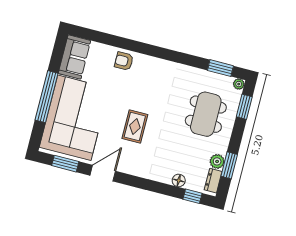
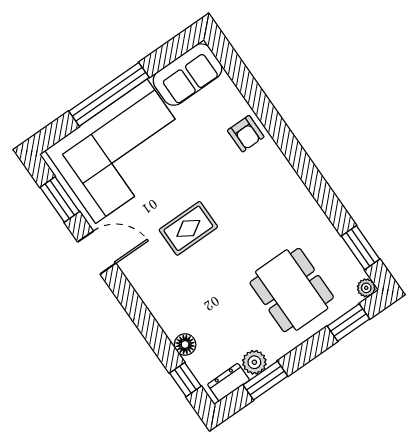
armchair: (124, 61) -> (246, 134), turned 180
dining table: (206, 114) -> (292, 290), turned 90

